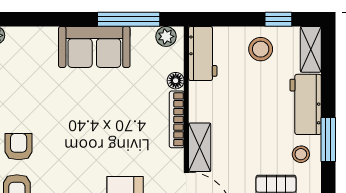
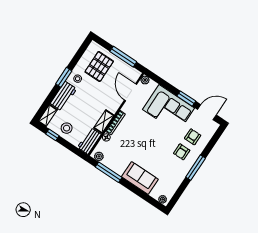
sofa: (94, 47) -> (140, 178), moved
shelving: (200, 147) -> (104, 122), moved

